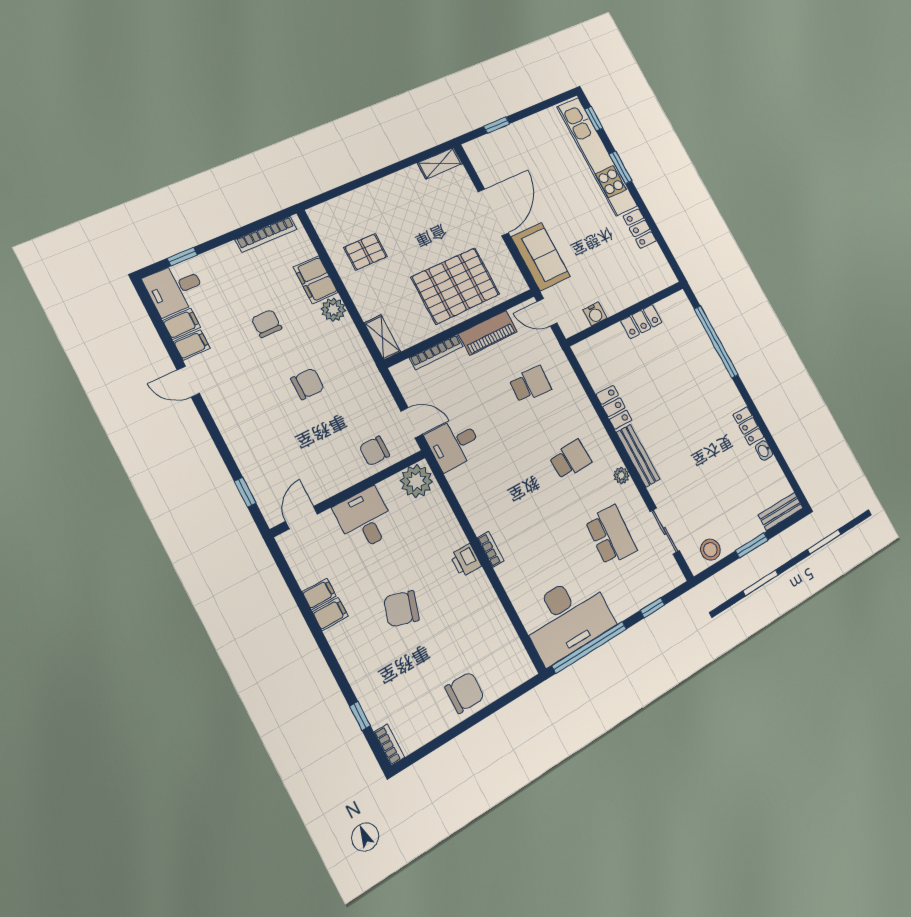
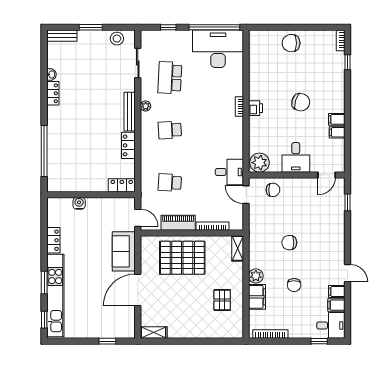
pallet: (366, 252) -> (222, 300), turned 90
water cooler: (595, 314) -> (79, 203), moved
locker: (641, 322) -> (122, 185), moved

